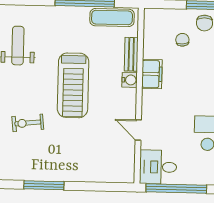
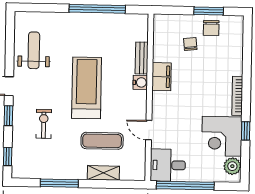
exercise mat: (112, 17) -> (102, 141), moved
treadmill: (73, 85) -> (87, 88), turned 180
exercise bike: (28, 123) -> (44, 124), turned 96
shelving: (90, 175) -> (103, 173), added

